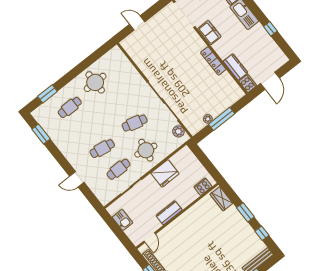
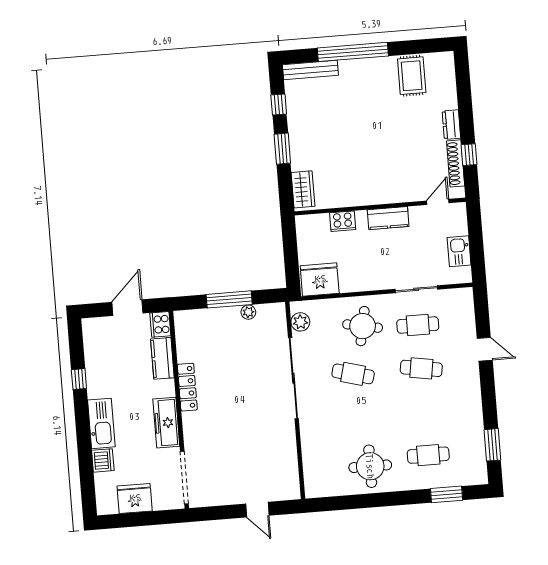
freezer: (209, 33) -> (166, 423), width x1.40
fridge: (165, 173) -> (320, 279), moved
cooker: (203, 187) -> (343, 221), moved

